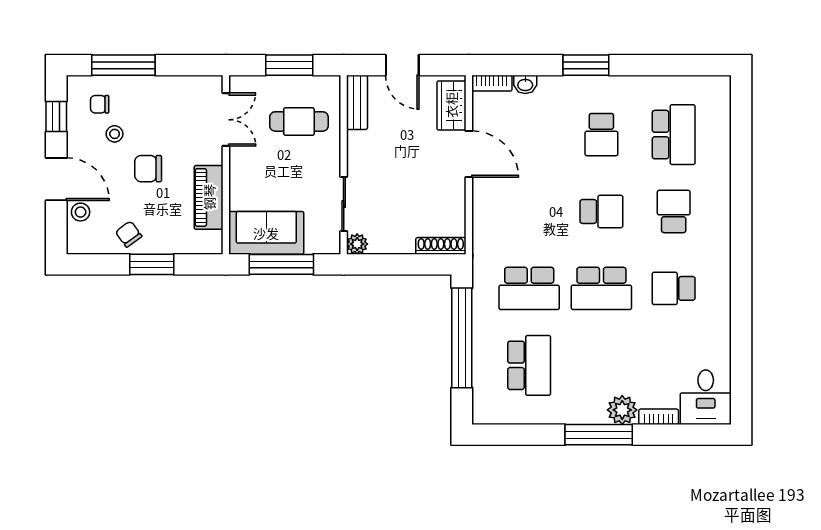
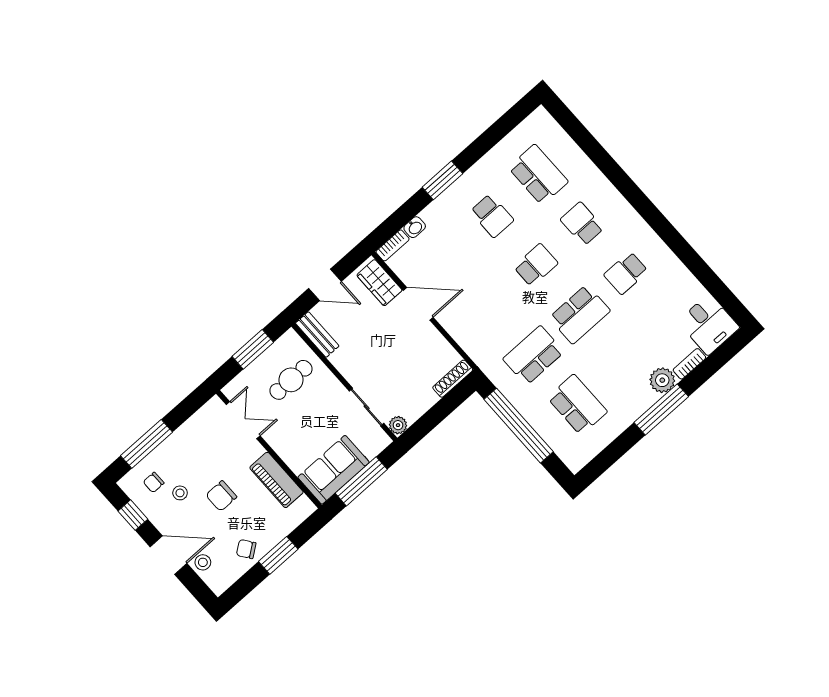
school desk: (529, 288) -> (533, 355), turned 180

